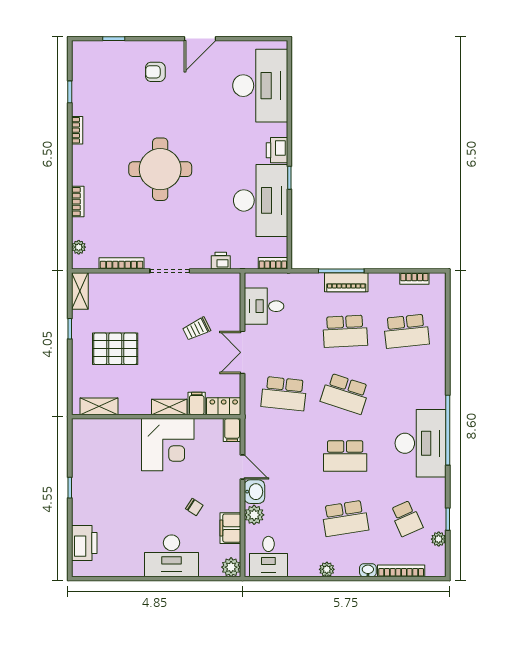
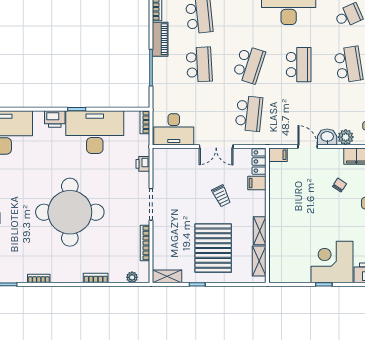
round table: (160, 169) -> (70, 212), width x1.36, depth x1.36
piano: (346, 282) -> (160, 39), moved
desk: (264, 306) -> (174, 129), width x1.37
trolley: (197, 329) -> (221, 196), moved
pallet: (115, 349) -> (213, 248), width x1.37, depth x1.41
shelving: (169, 407) -> (260, 231), moved
corner desk: (168, 445) -> (332, 262), moved, turned -90
door: (243, 467) -> (308, 146), hinge flipped

